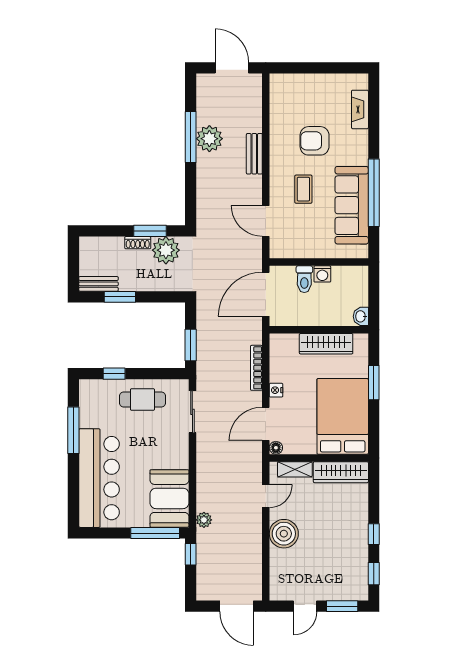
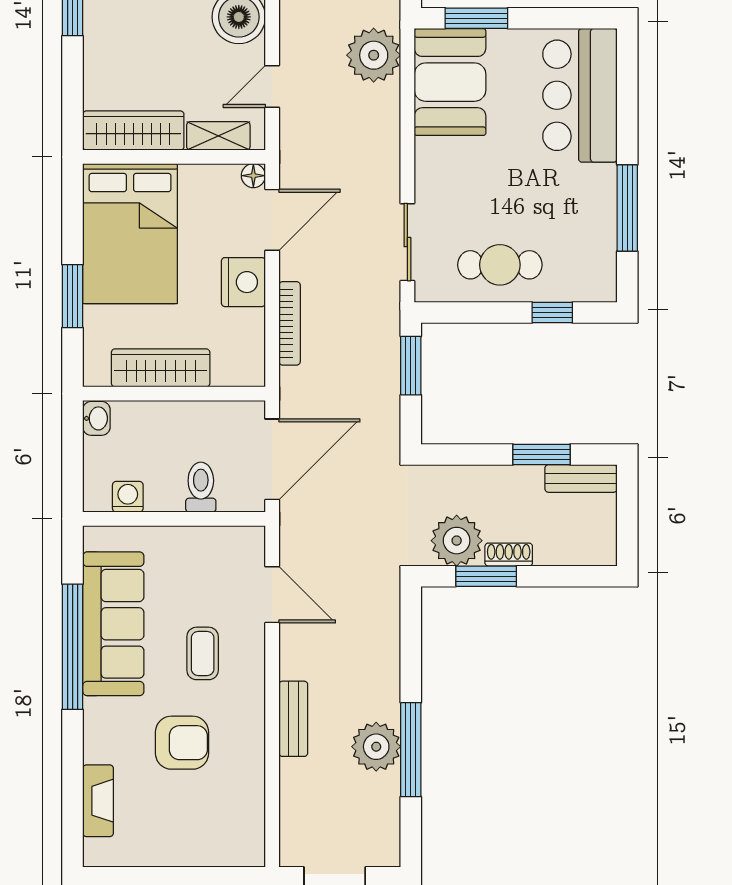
washing machine: (322, 274) -> (128, 497), moved
nightstand: (276, 390) -> (243, 282), width x1.89, depth x1.79
bar counter: (99, 478) -> (580, 95), width x0.73
plant: (204, 520) -> (374, 55), width x1.88, depth x1.88
window: (155, 533) -> (476, 18), width x0.69

